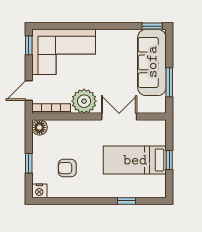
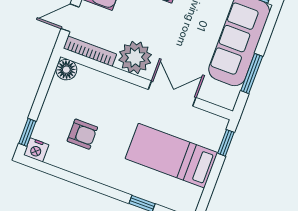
window: (169, 160) -> (226, 143), moved
window: (29, 163) -> (27, 132), moved
armchair: (67, 168) -> (82, 134), turned 180

